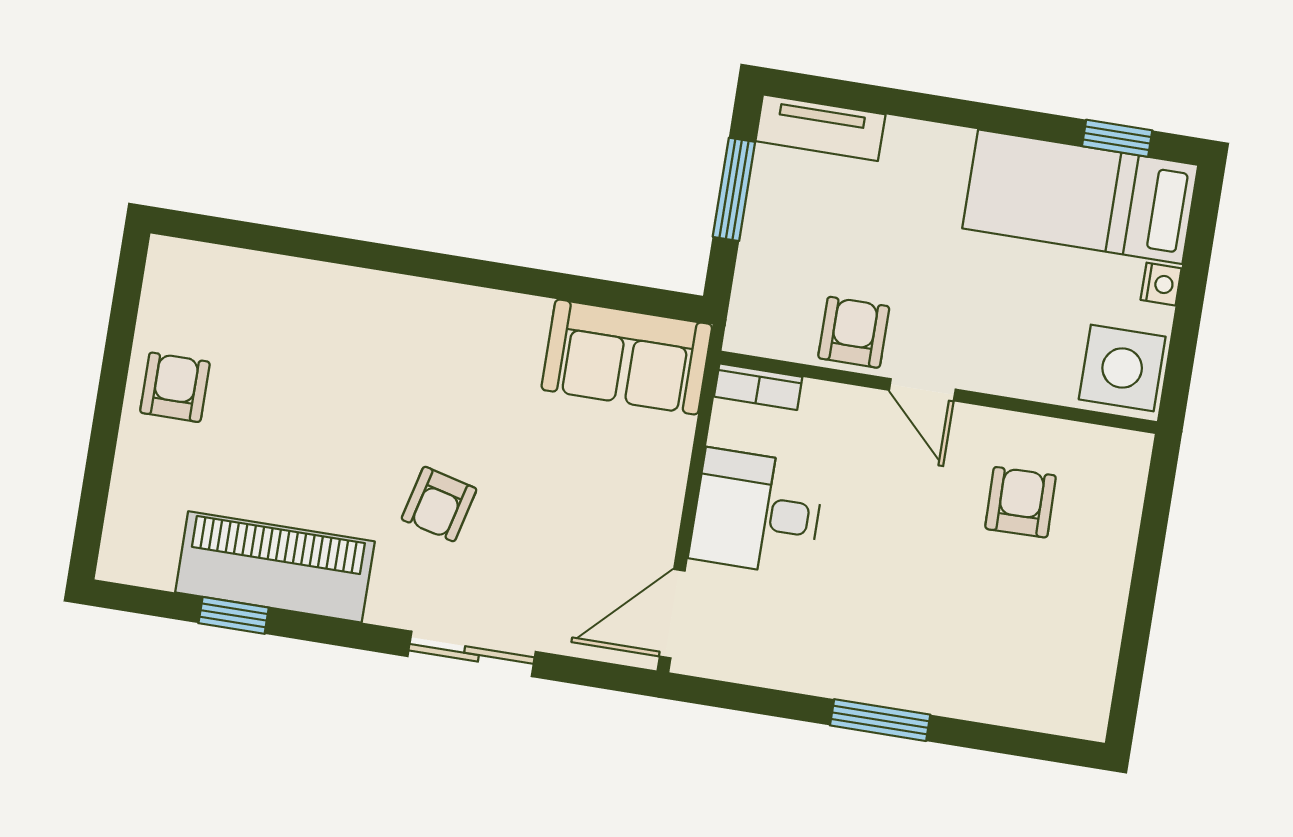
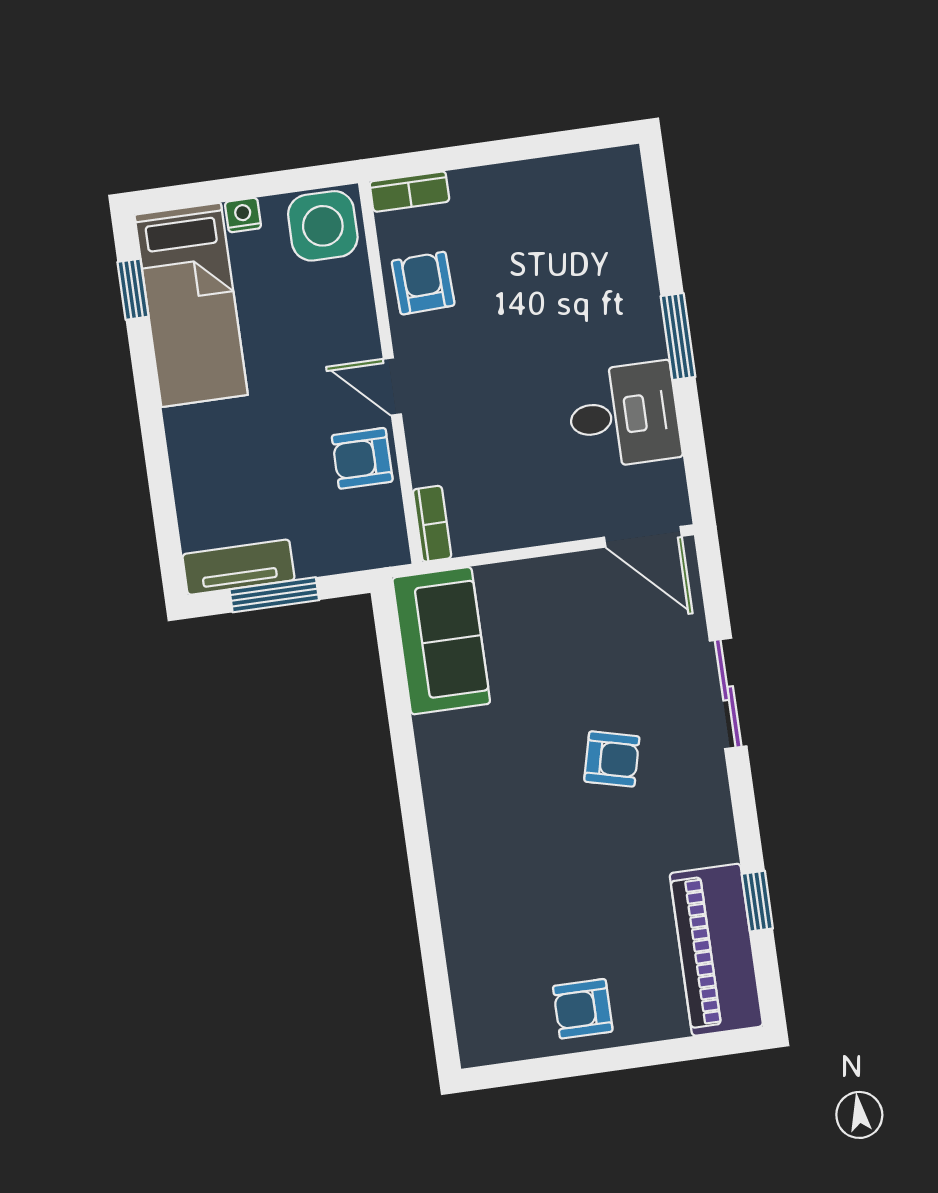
tv unit: (820, 128) -> (238, 567), moved, turned -90
door: (922, 390) -> (392, 387), swing flipped
bookcase: (1130, 475) -> (409, 192), added
armchair: (1021, 502) -> (423, 283), moved, turned 89
desk: (757, 512) -> (624, 415), moved, turned -90
piano: (275, 567) -> (716, 950), moved

